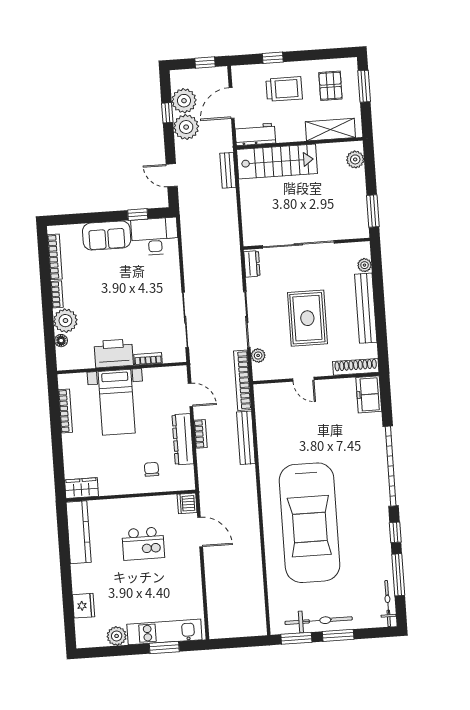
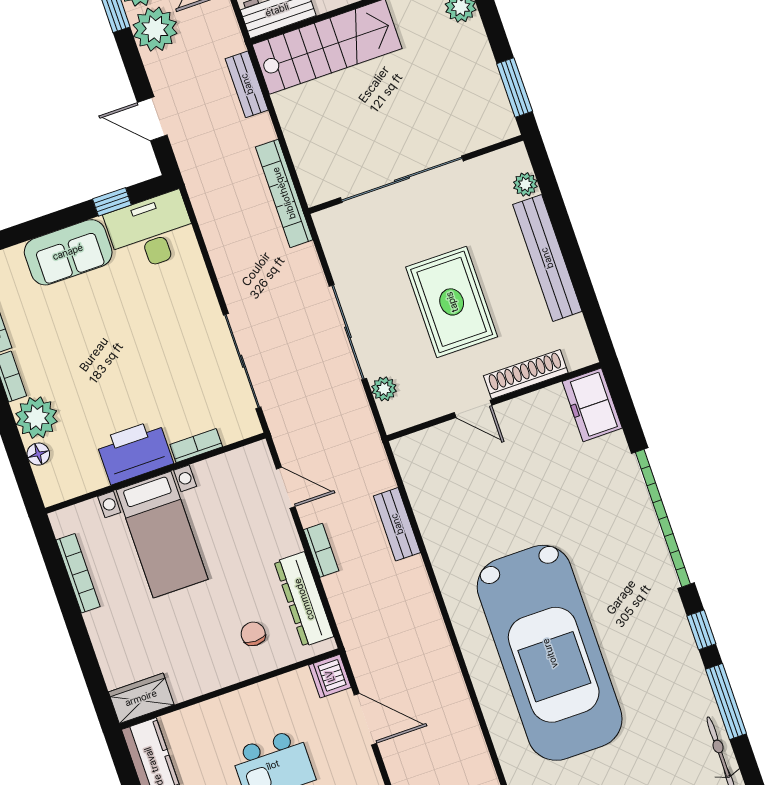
dresser: (252, 264) -> (331, 234), removed
shoe rack: (356, 367) -> (526, 374), moved
bookcase: (243, 380) -> (284, 193), moved
bench: (246, 438) -> (397, 524), width x0.73
dresser: (183, 439) -> (304, 599), moved

